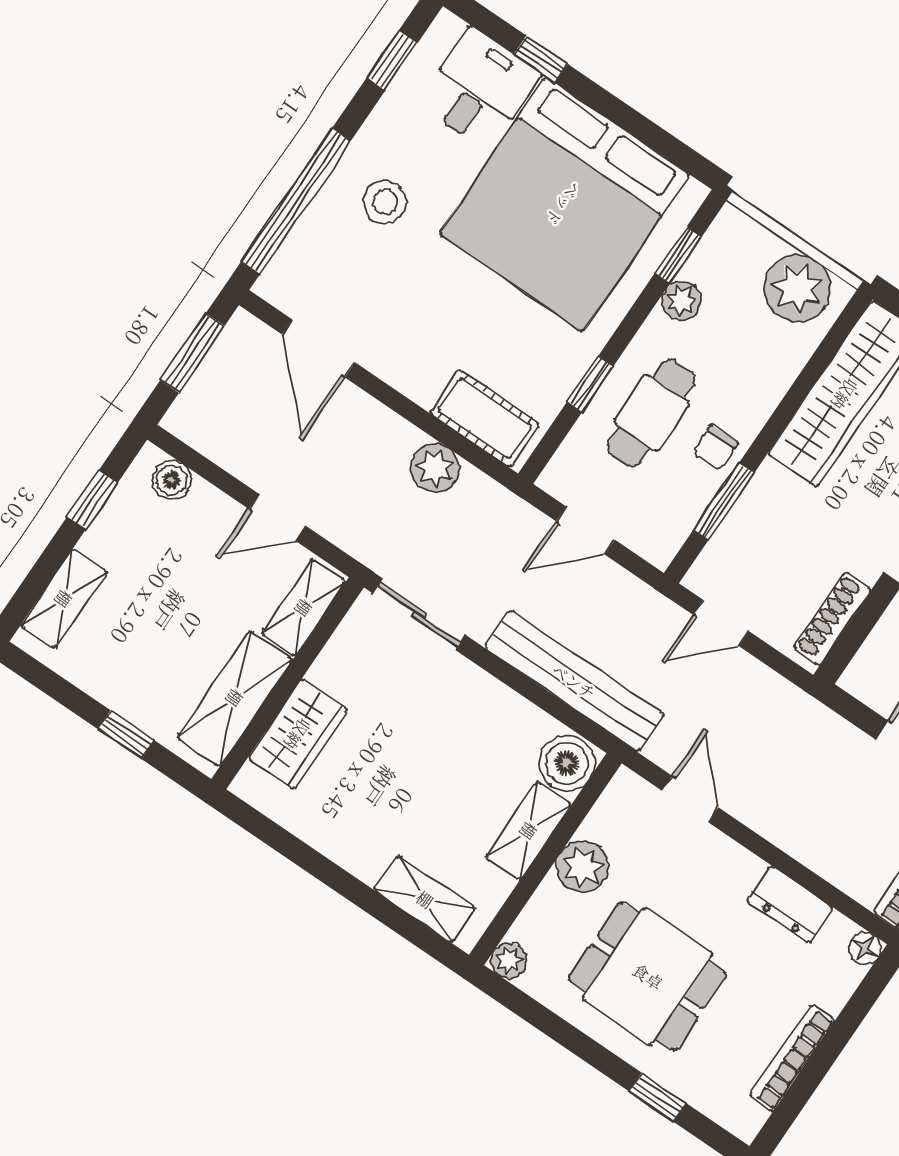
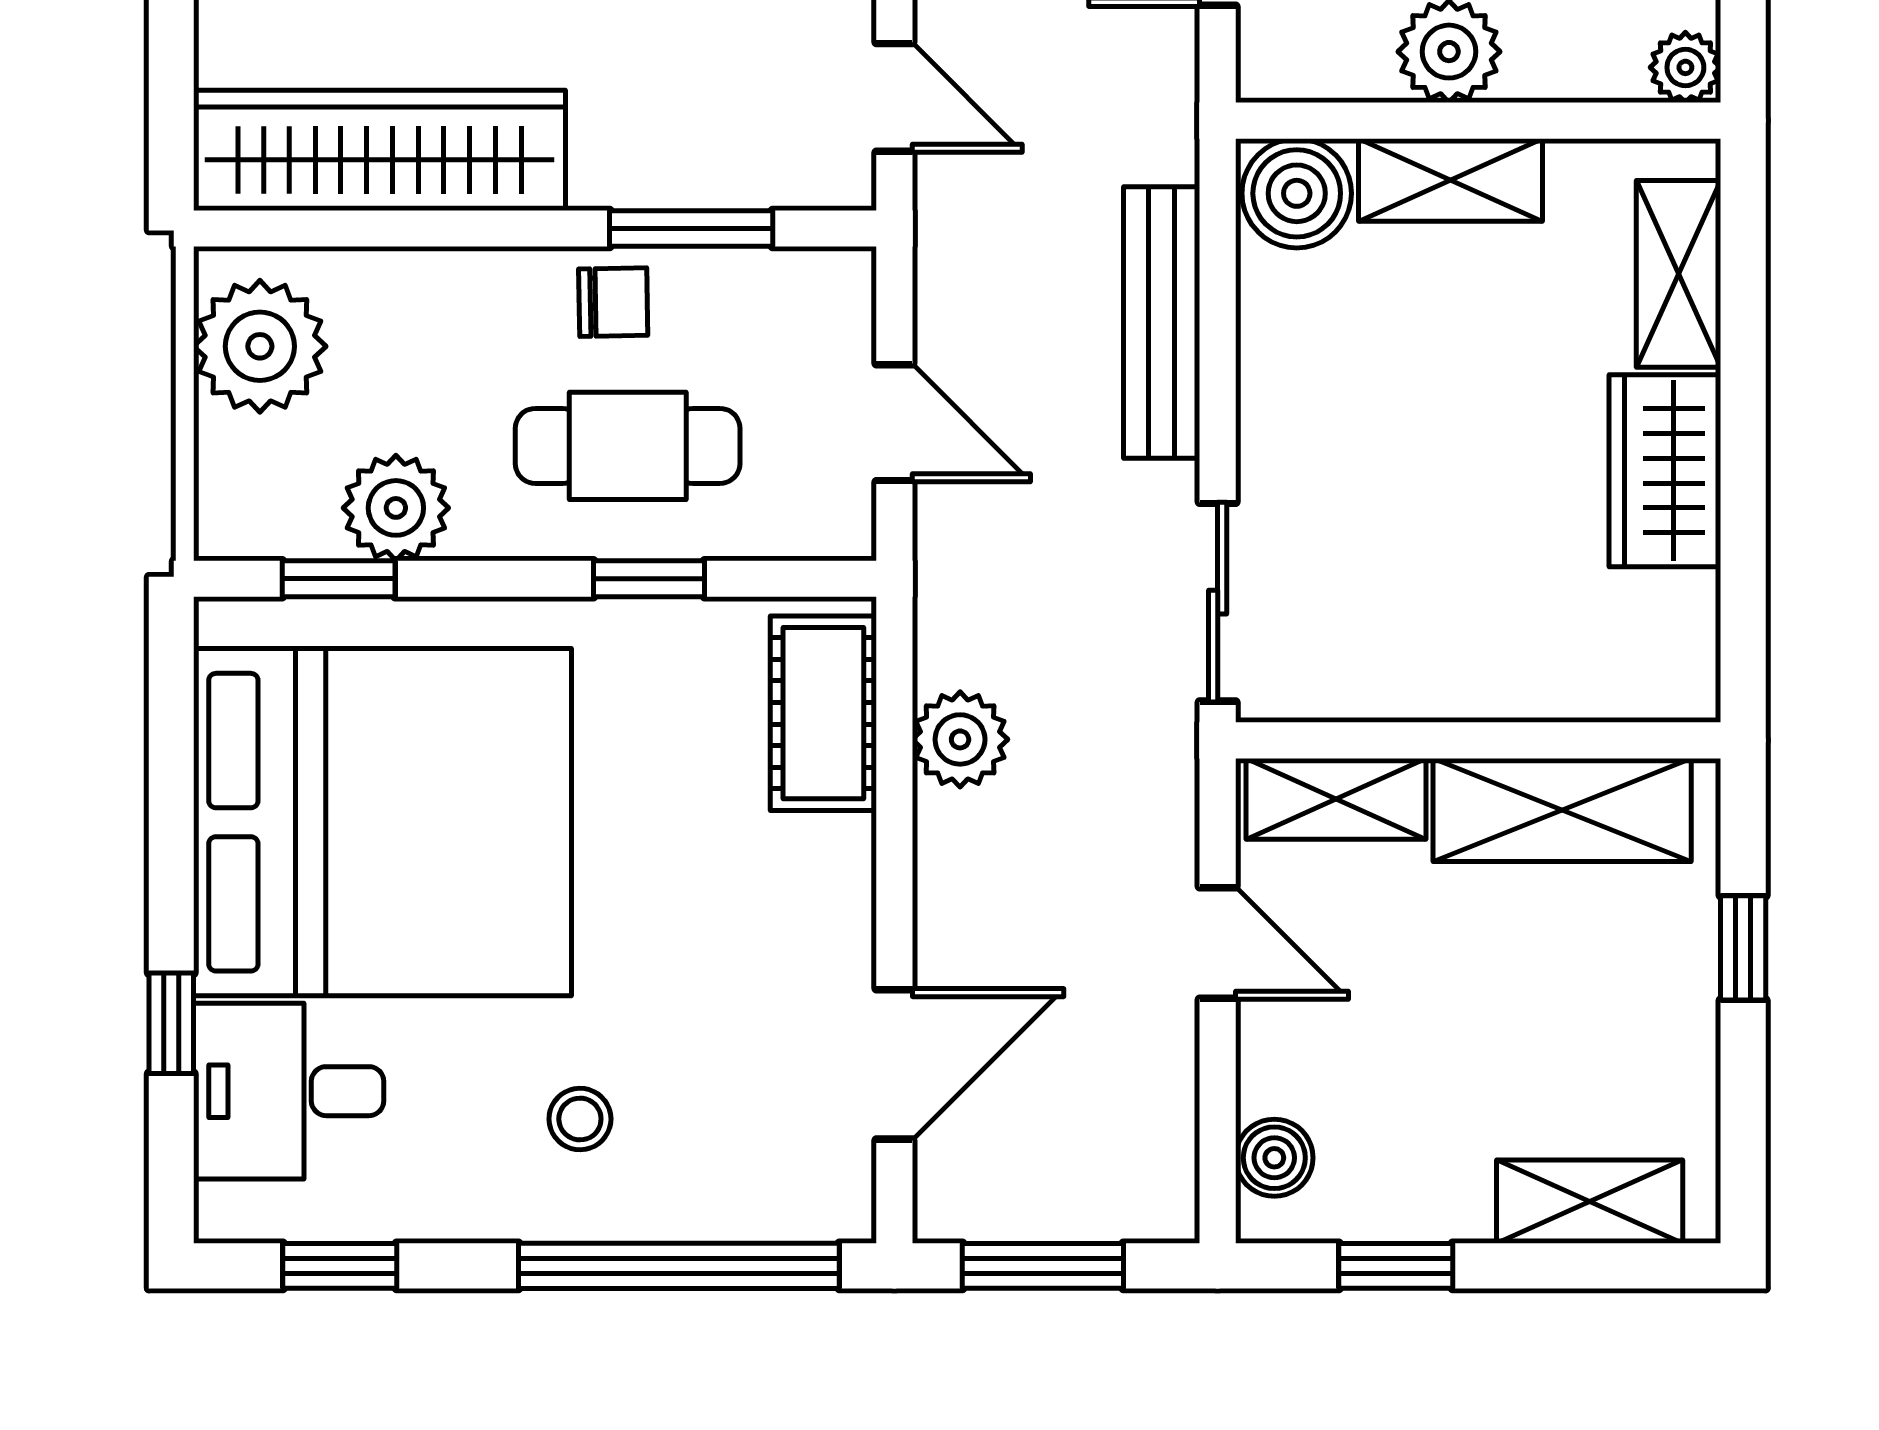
stool: (385, 202) -> (580, 1119), width x0.73, depth x0.73
plant: (681, 301) -> (396, 508), width x1.38, depth x1.38
bench: (574, 681) -> (1162, 323), width x0.73, depth x0.82
wardrobe: (298, 734) -> (1665, 471), moved, turned -90

